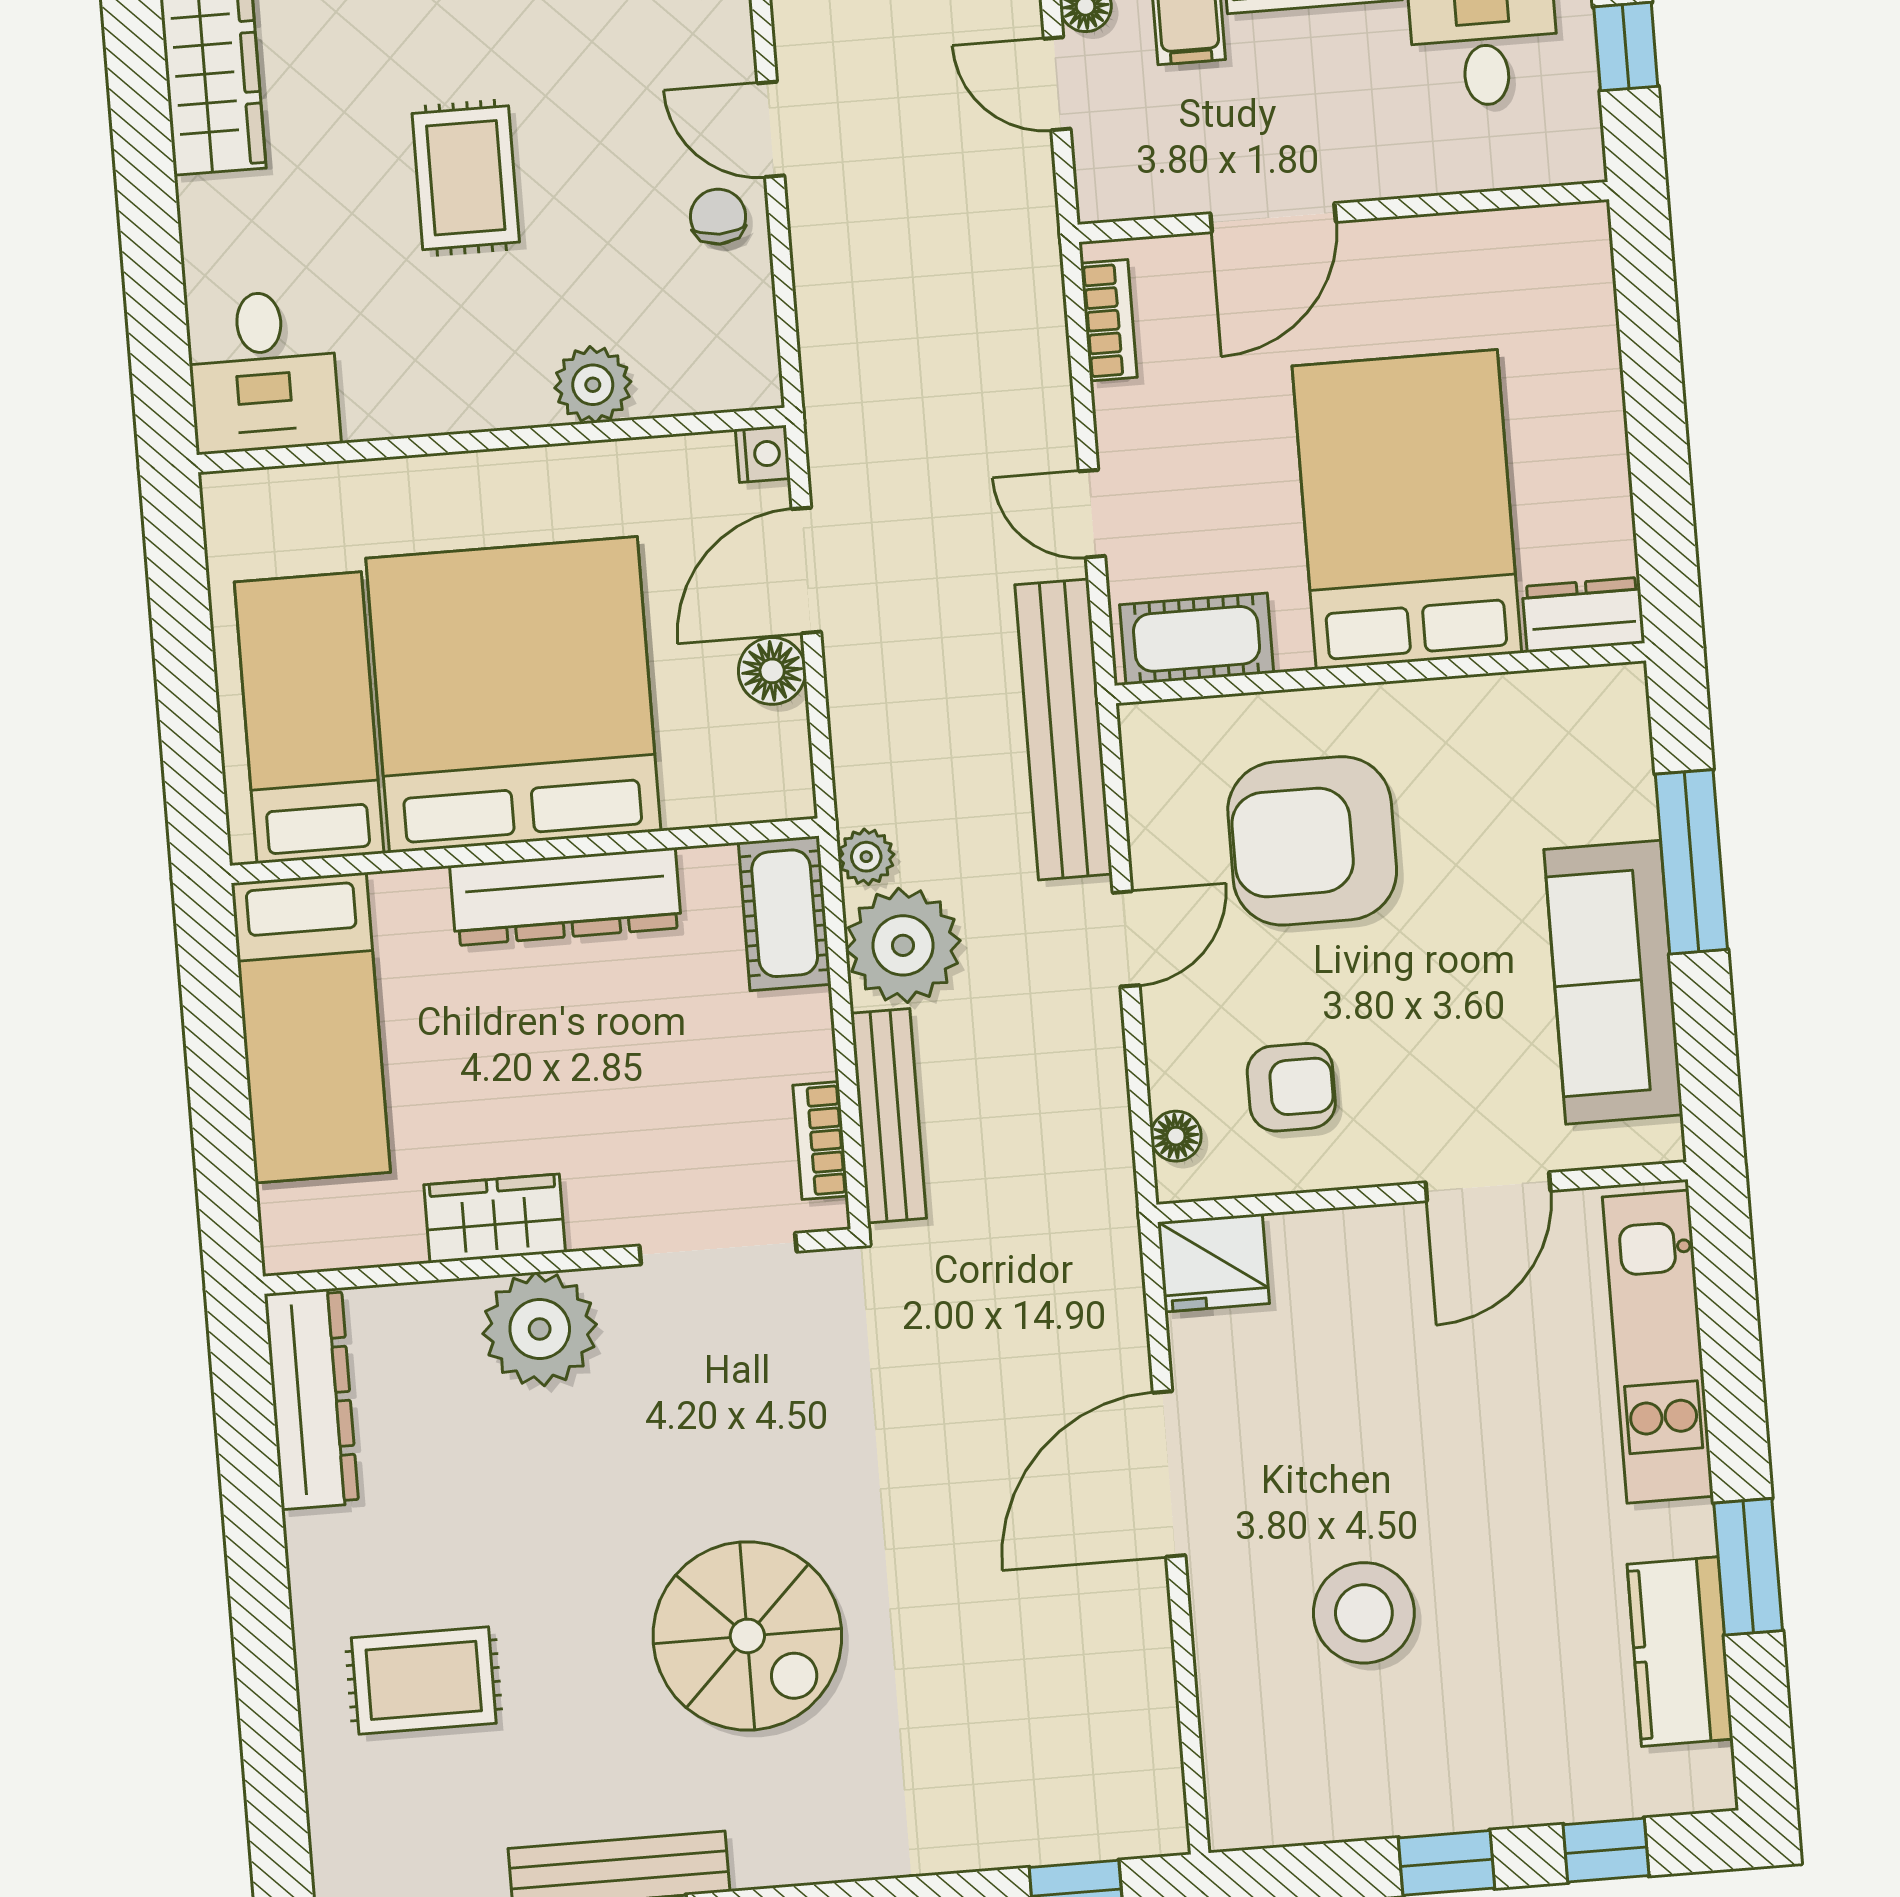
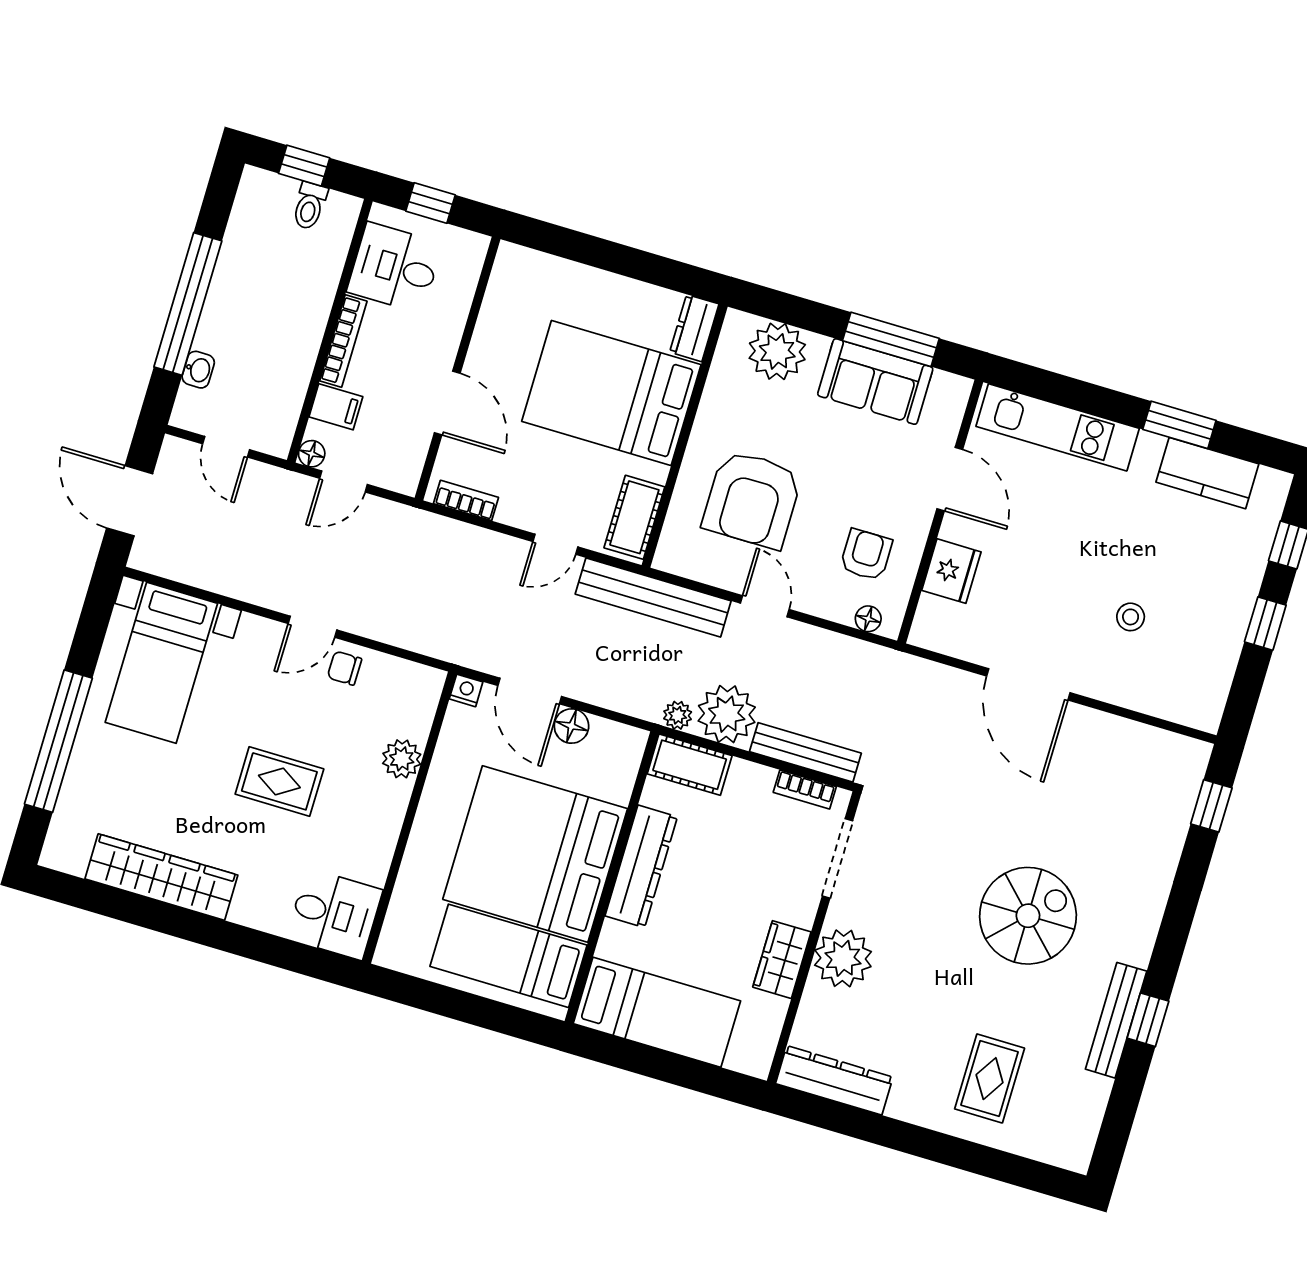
plant: (1599, 782) -> (777, 351), added
window: (1691, 862) -> (891, 339), moved
sofa: (1613, 982) -> (875, 382), width x0.73
fridge: (1214, 1263) -> (951, 571), moved
stool: (1364, 1613) -> (1131, 617), width x0.53, depth x0.53

